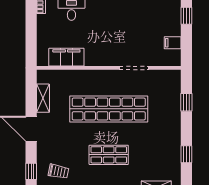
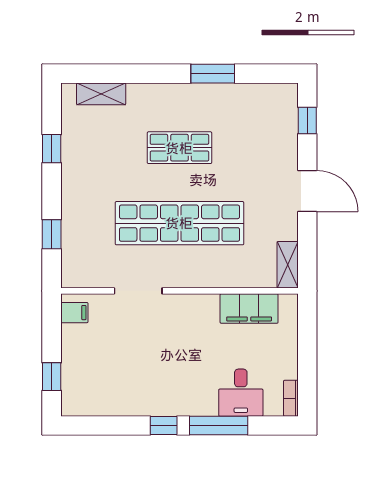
filing cabinet: (173, 43) -> (74, 313), moved
shelving: (43, 98) -> (288, 265), moved
trolley: (58, 171) -> (262, 120), removed

